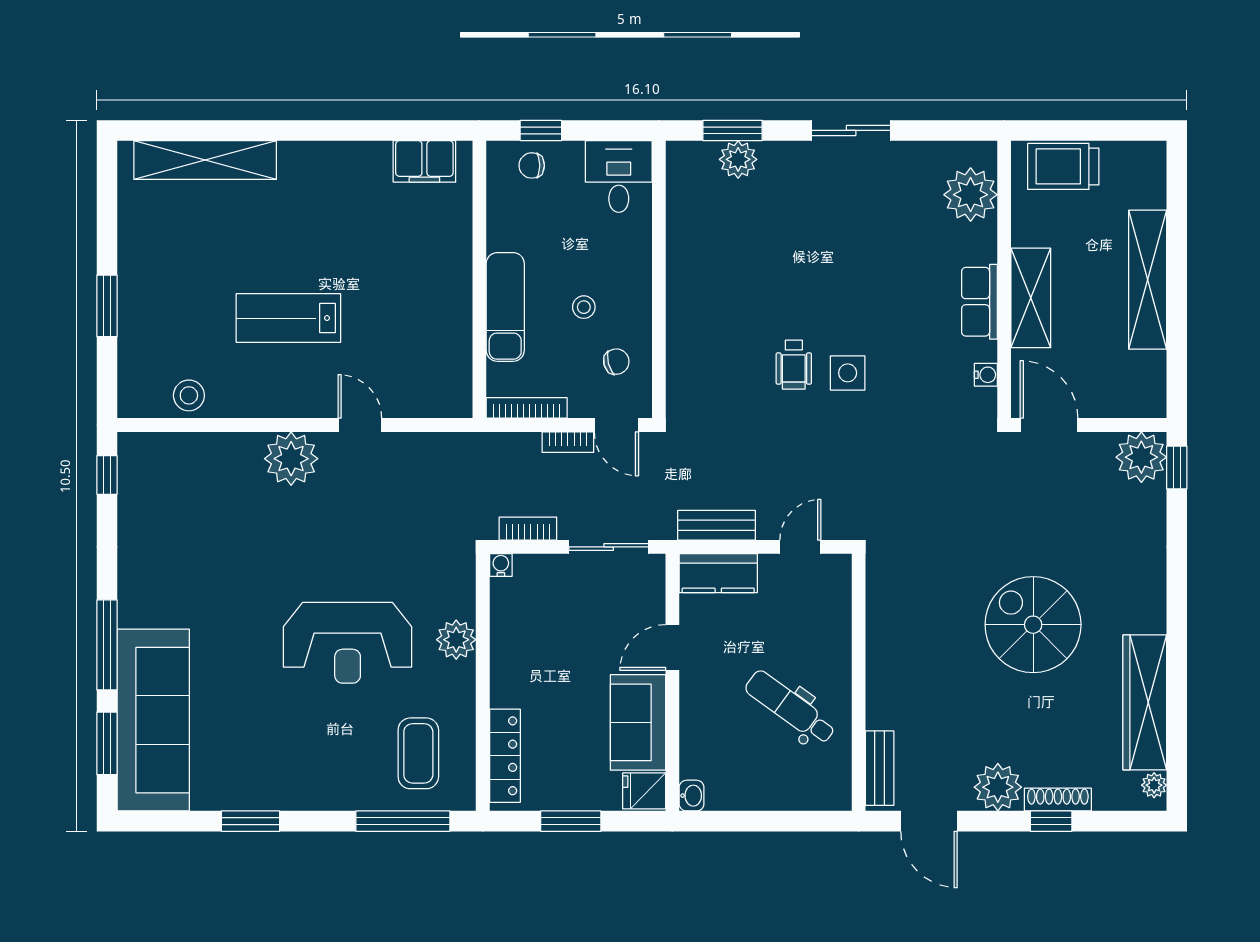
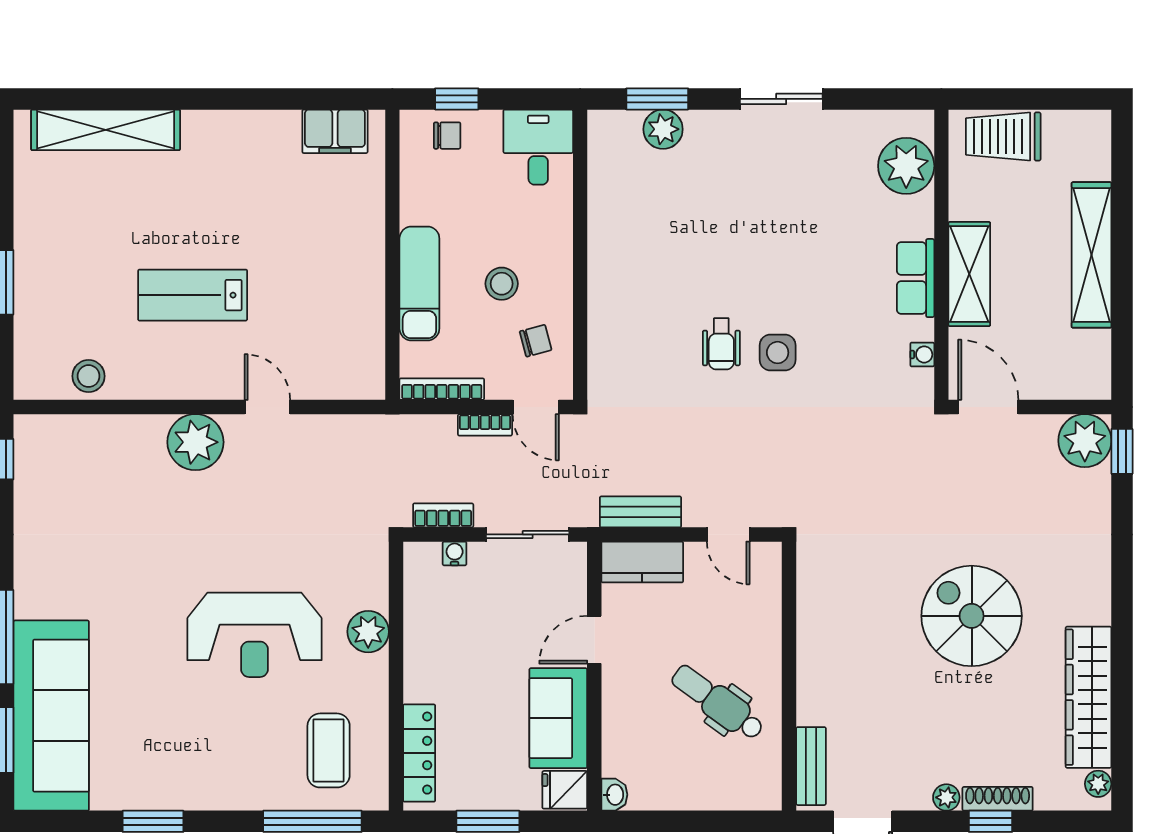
chair: (532, 165) -> (447, 136), turned 180
stool: (584, 307) -> (502, 284), width x1.37, depth x1.37
door: (800, 547) -> (728, 534), swing flipped
water cooler: (501, 565) -> (455, 553), moved
plant: (998, 787) -> (946, 797), width x0.53, depth x0.53

